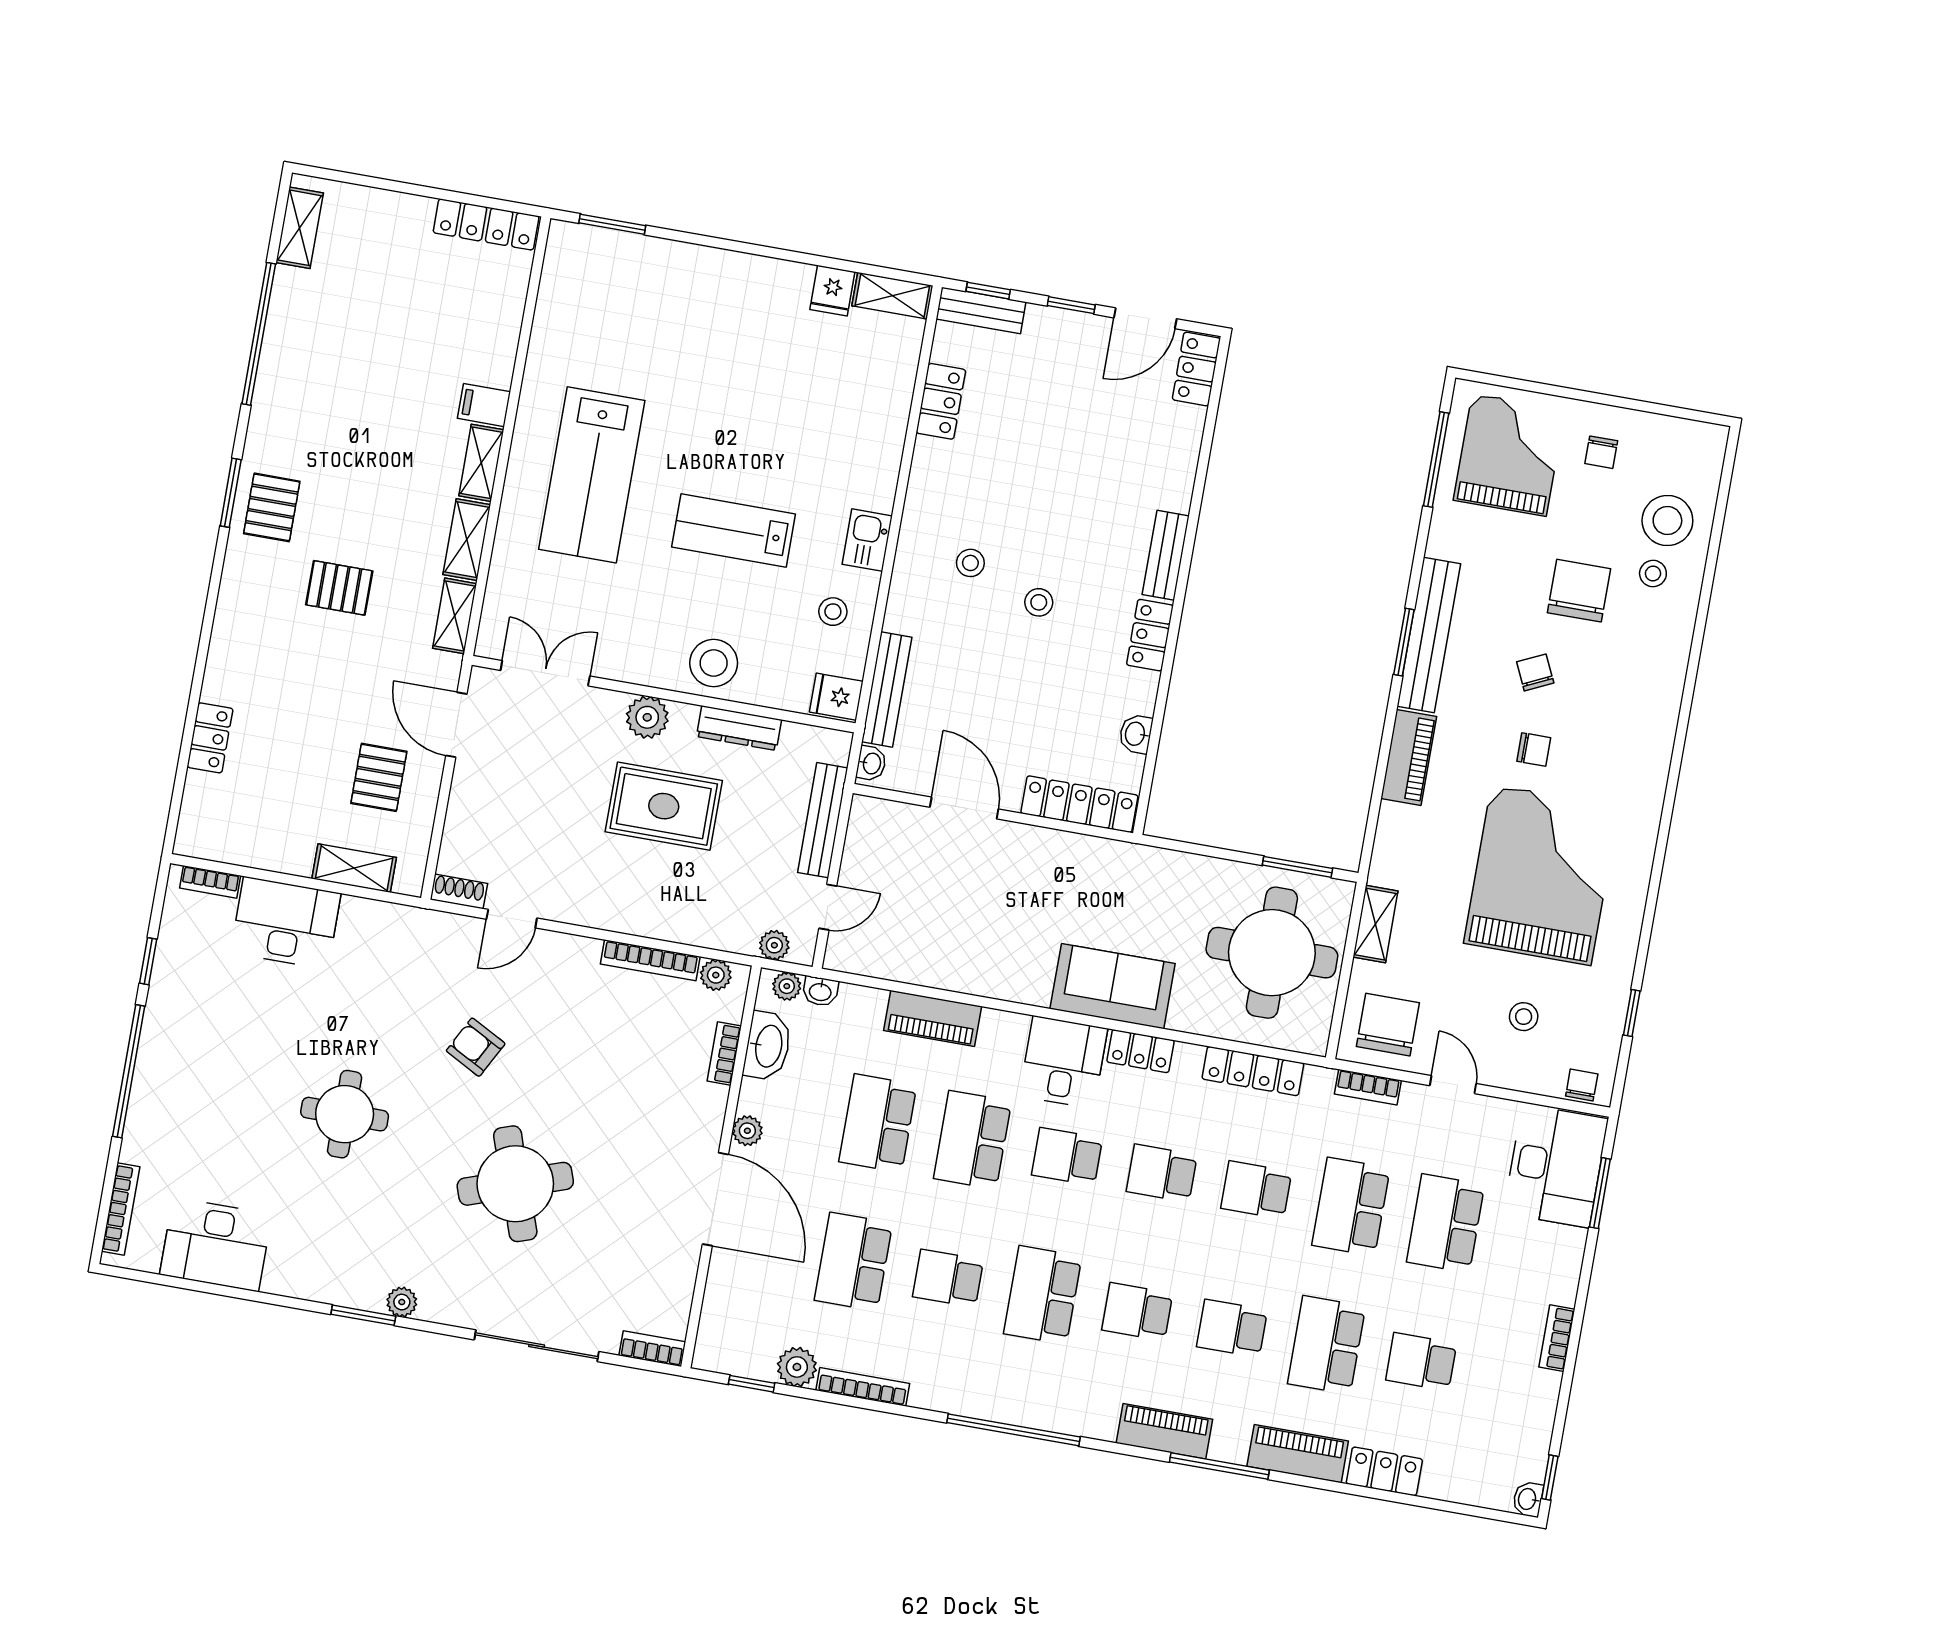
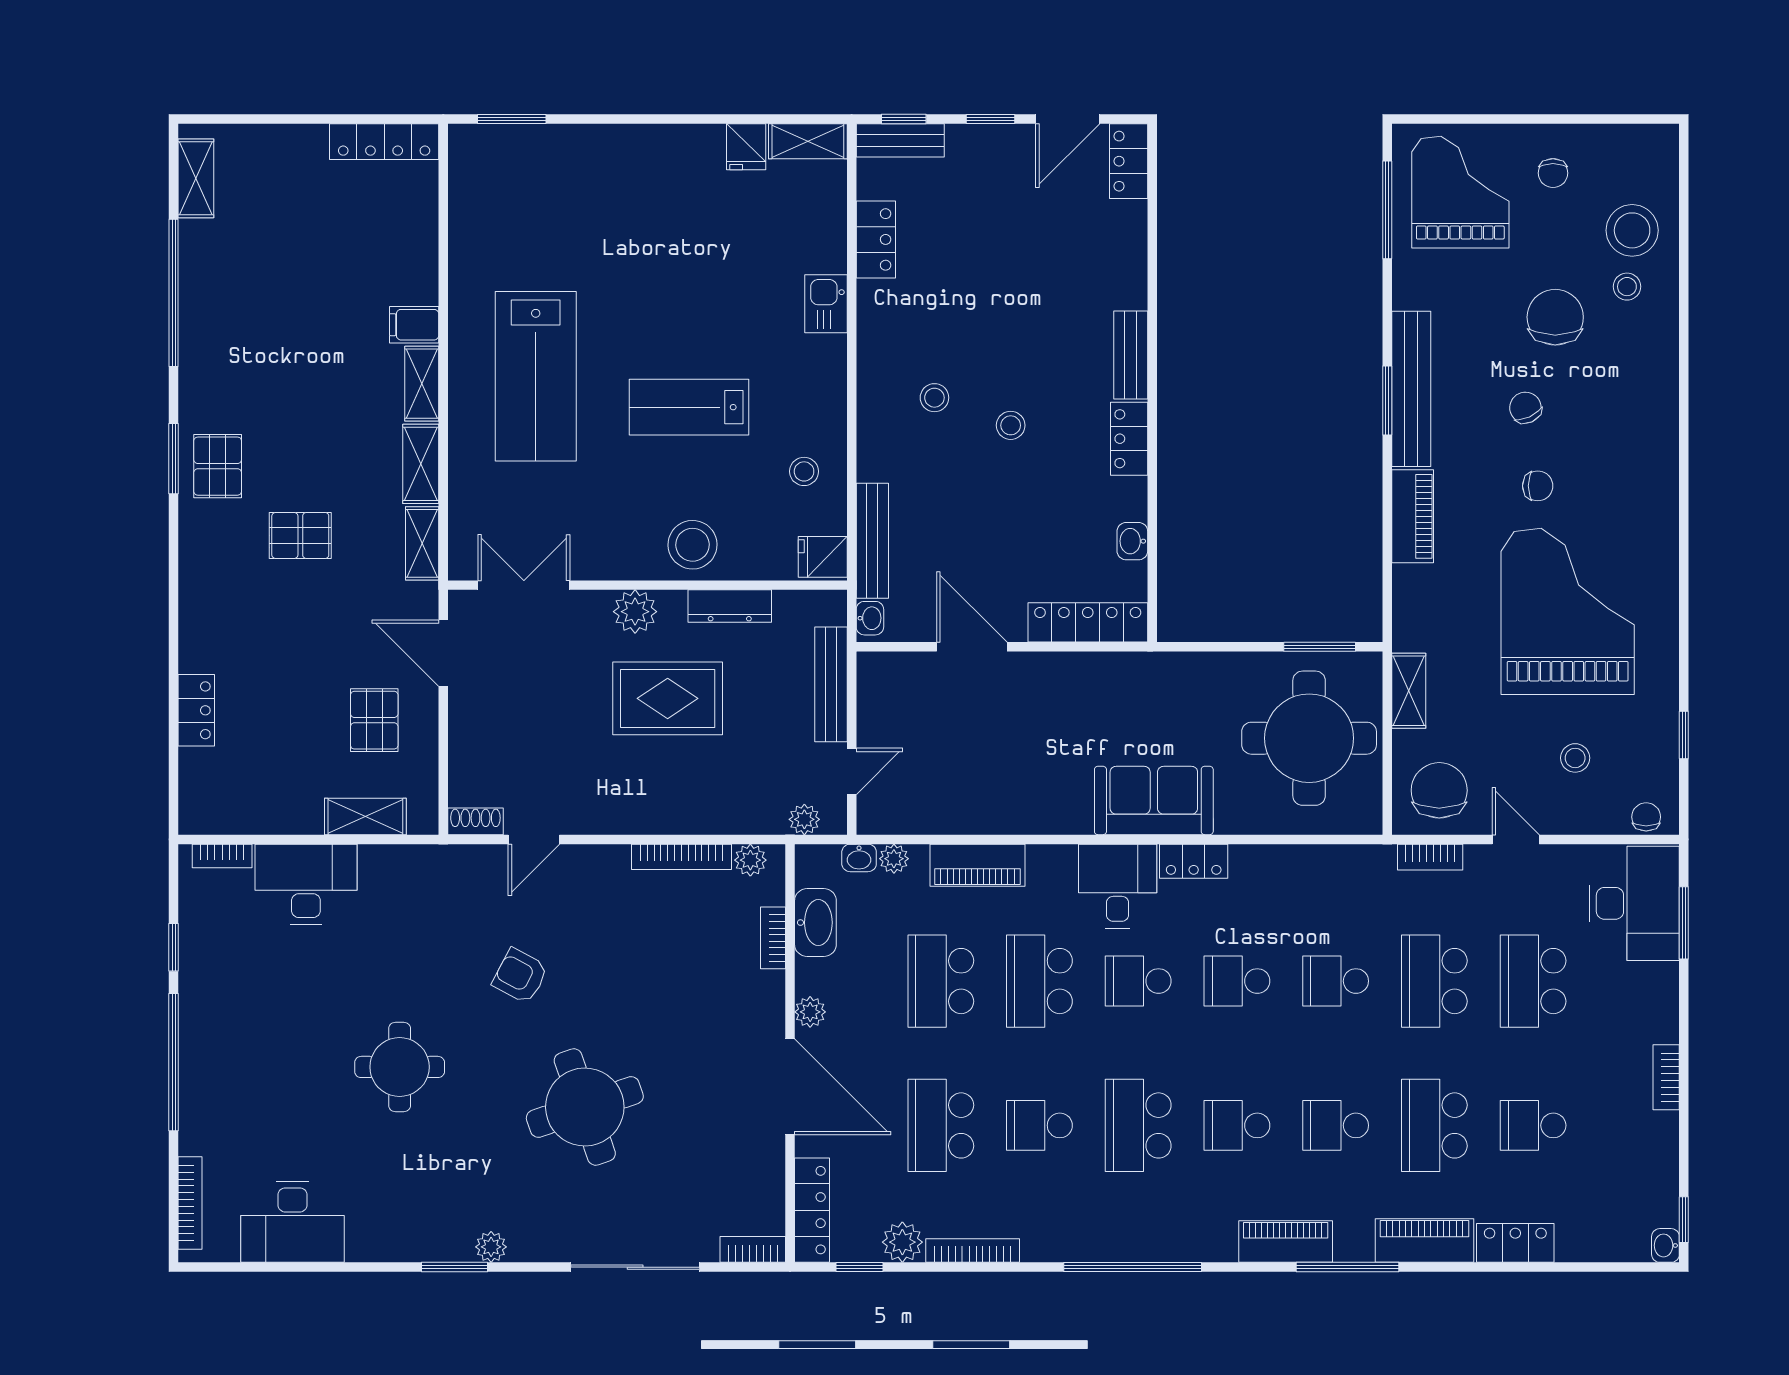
kitchen sink: (867, 540) -> (826, 304), moved
plant: (787, 986) -> (894, 859), moved
locker: (1253, 1071) -> (812, 1210), moved, turned -90

